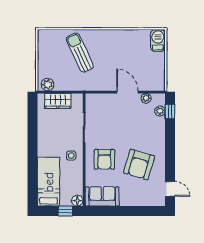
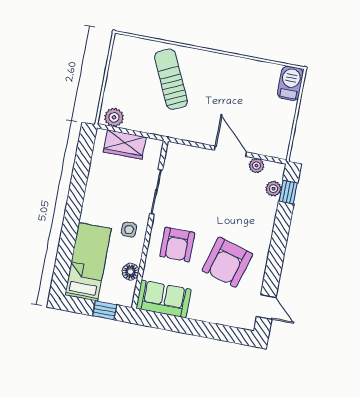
floor lamp: (77, 201) -> (131, 272), moved

